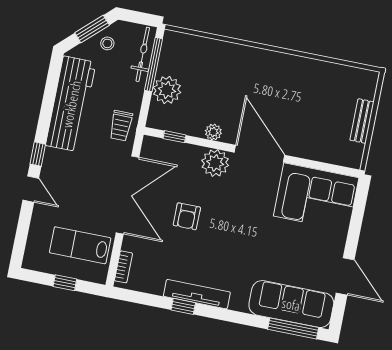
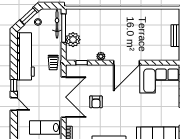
door: (259, 154) -> (127, 63), swing flipped
plant: (215, 163) -> (105, 72), removed

